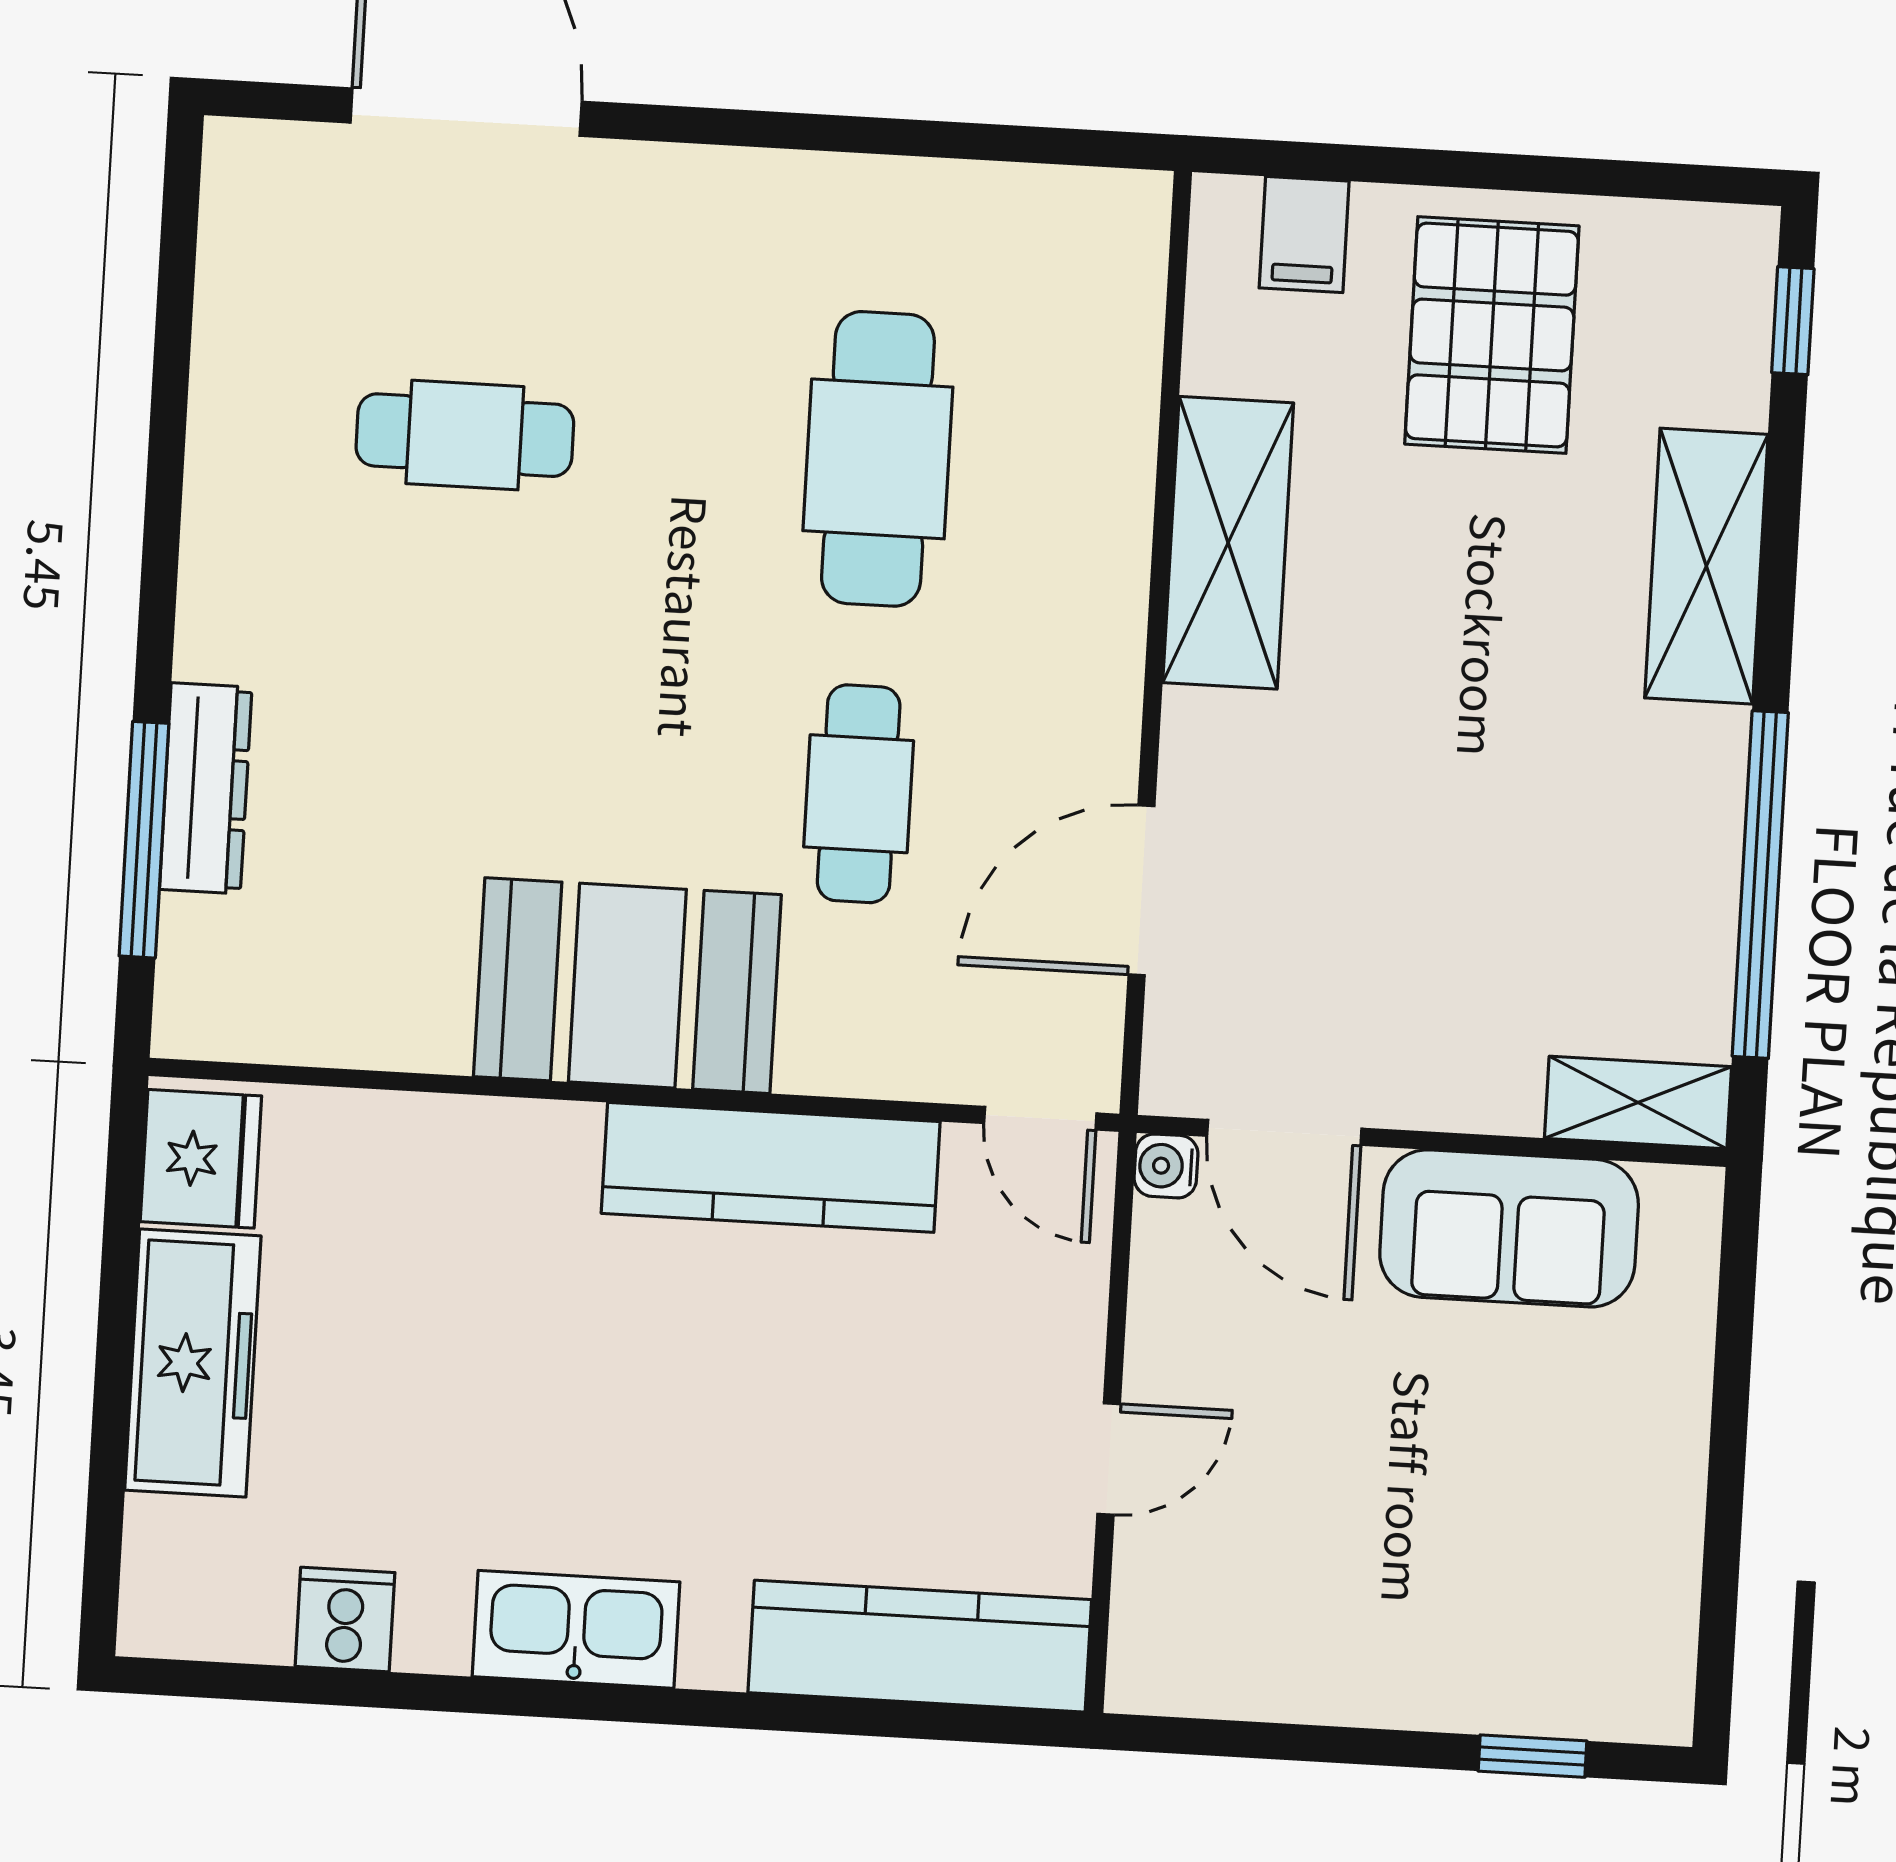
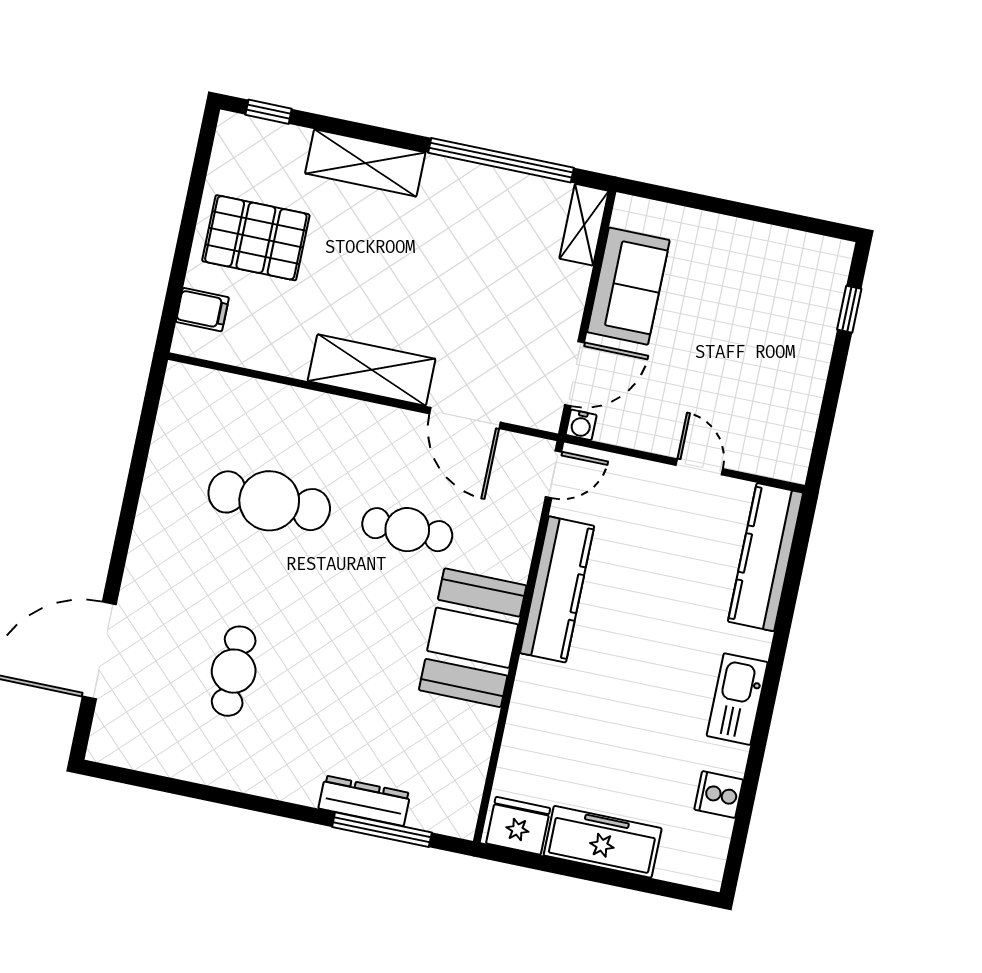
shelving: (1228, 543) -> (372, 370), moved

